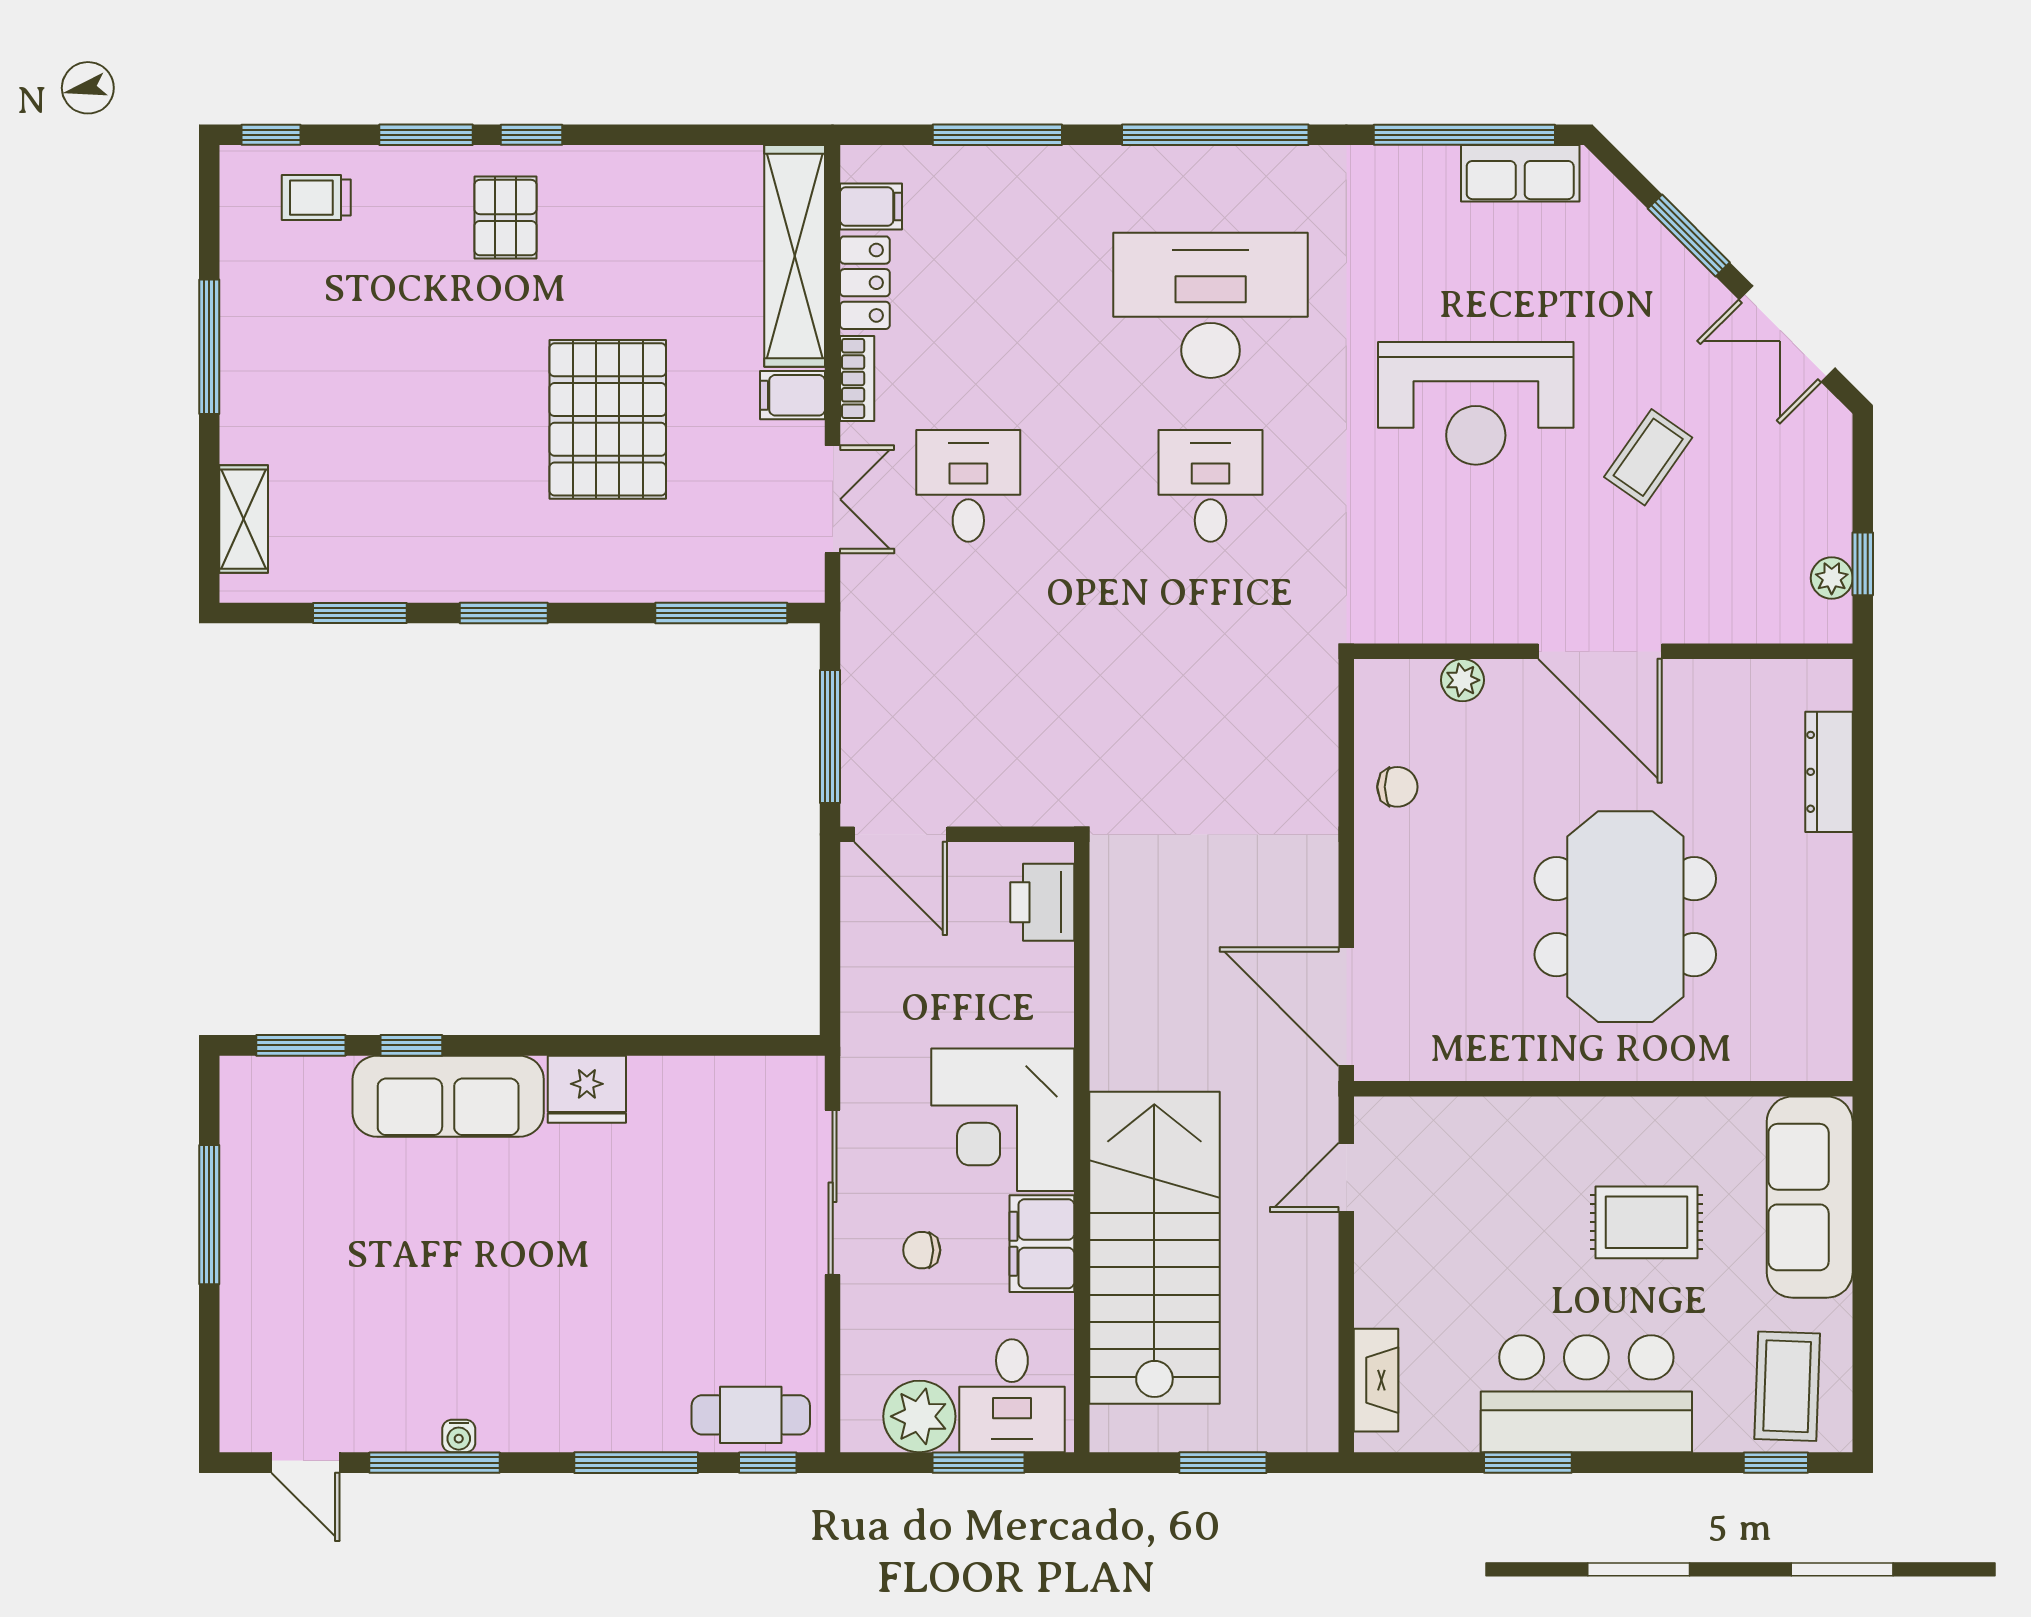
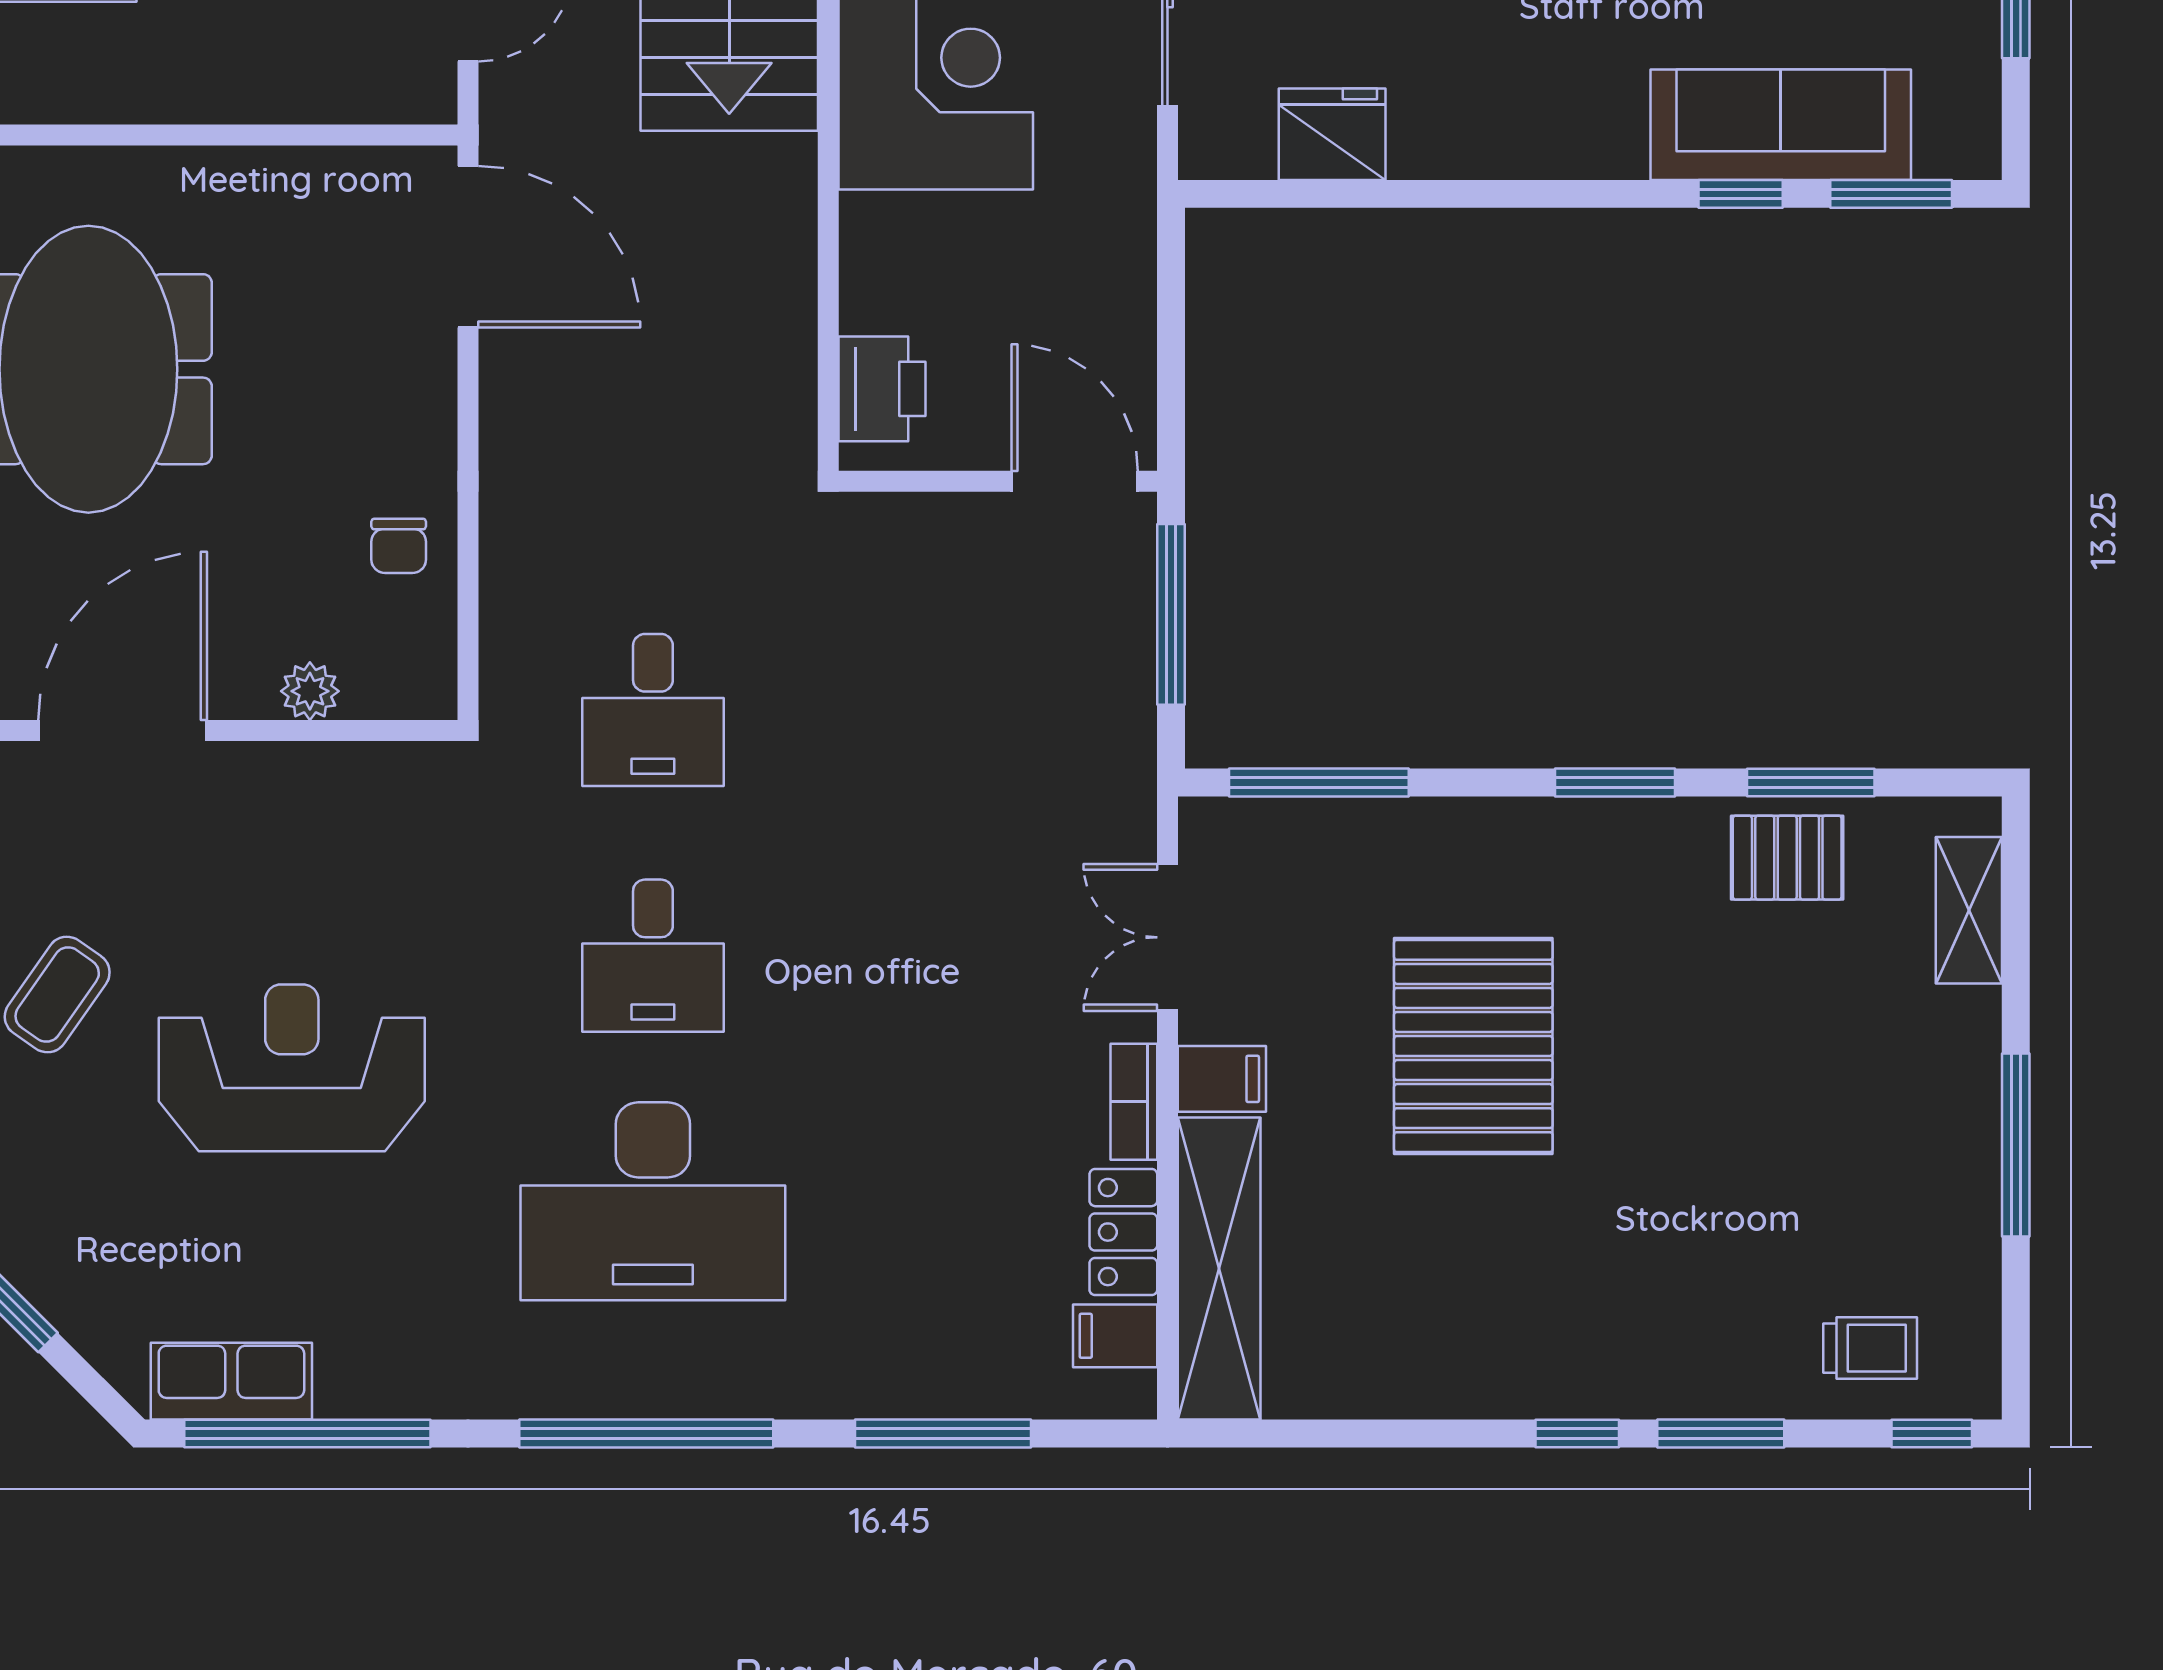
pallet: (505, 218) -> (1787, 858), moved, turned 90
desk: (968, 486) -> (653, 710), moved
door: (1600, 651) -> (123, 731), hinge flipped
chair: (1397, 787) -> (399, 546), turned -90
fridge: (587, 1089) -> (1332, 134), moved
sofa: (448, 1096) -> (1781, 125), moved

